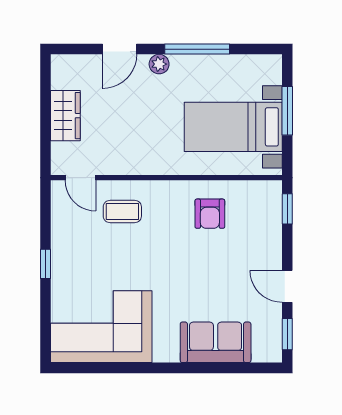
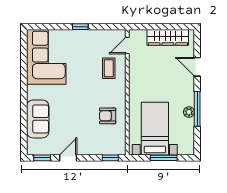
plant: (159, 64) -> (189, 112), moved
wardrobe: (65, 116) -> (168, 37), width x1.50

